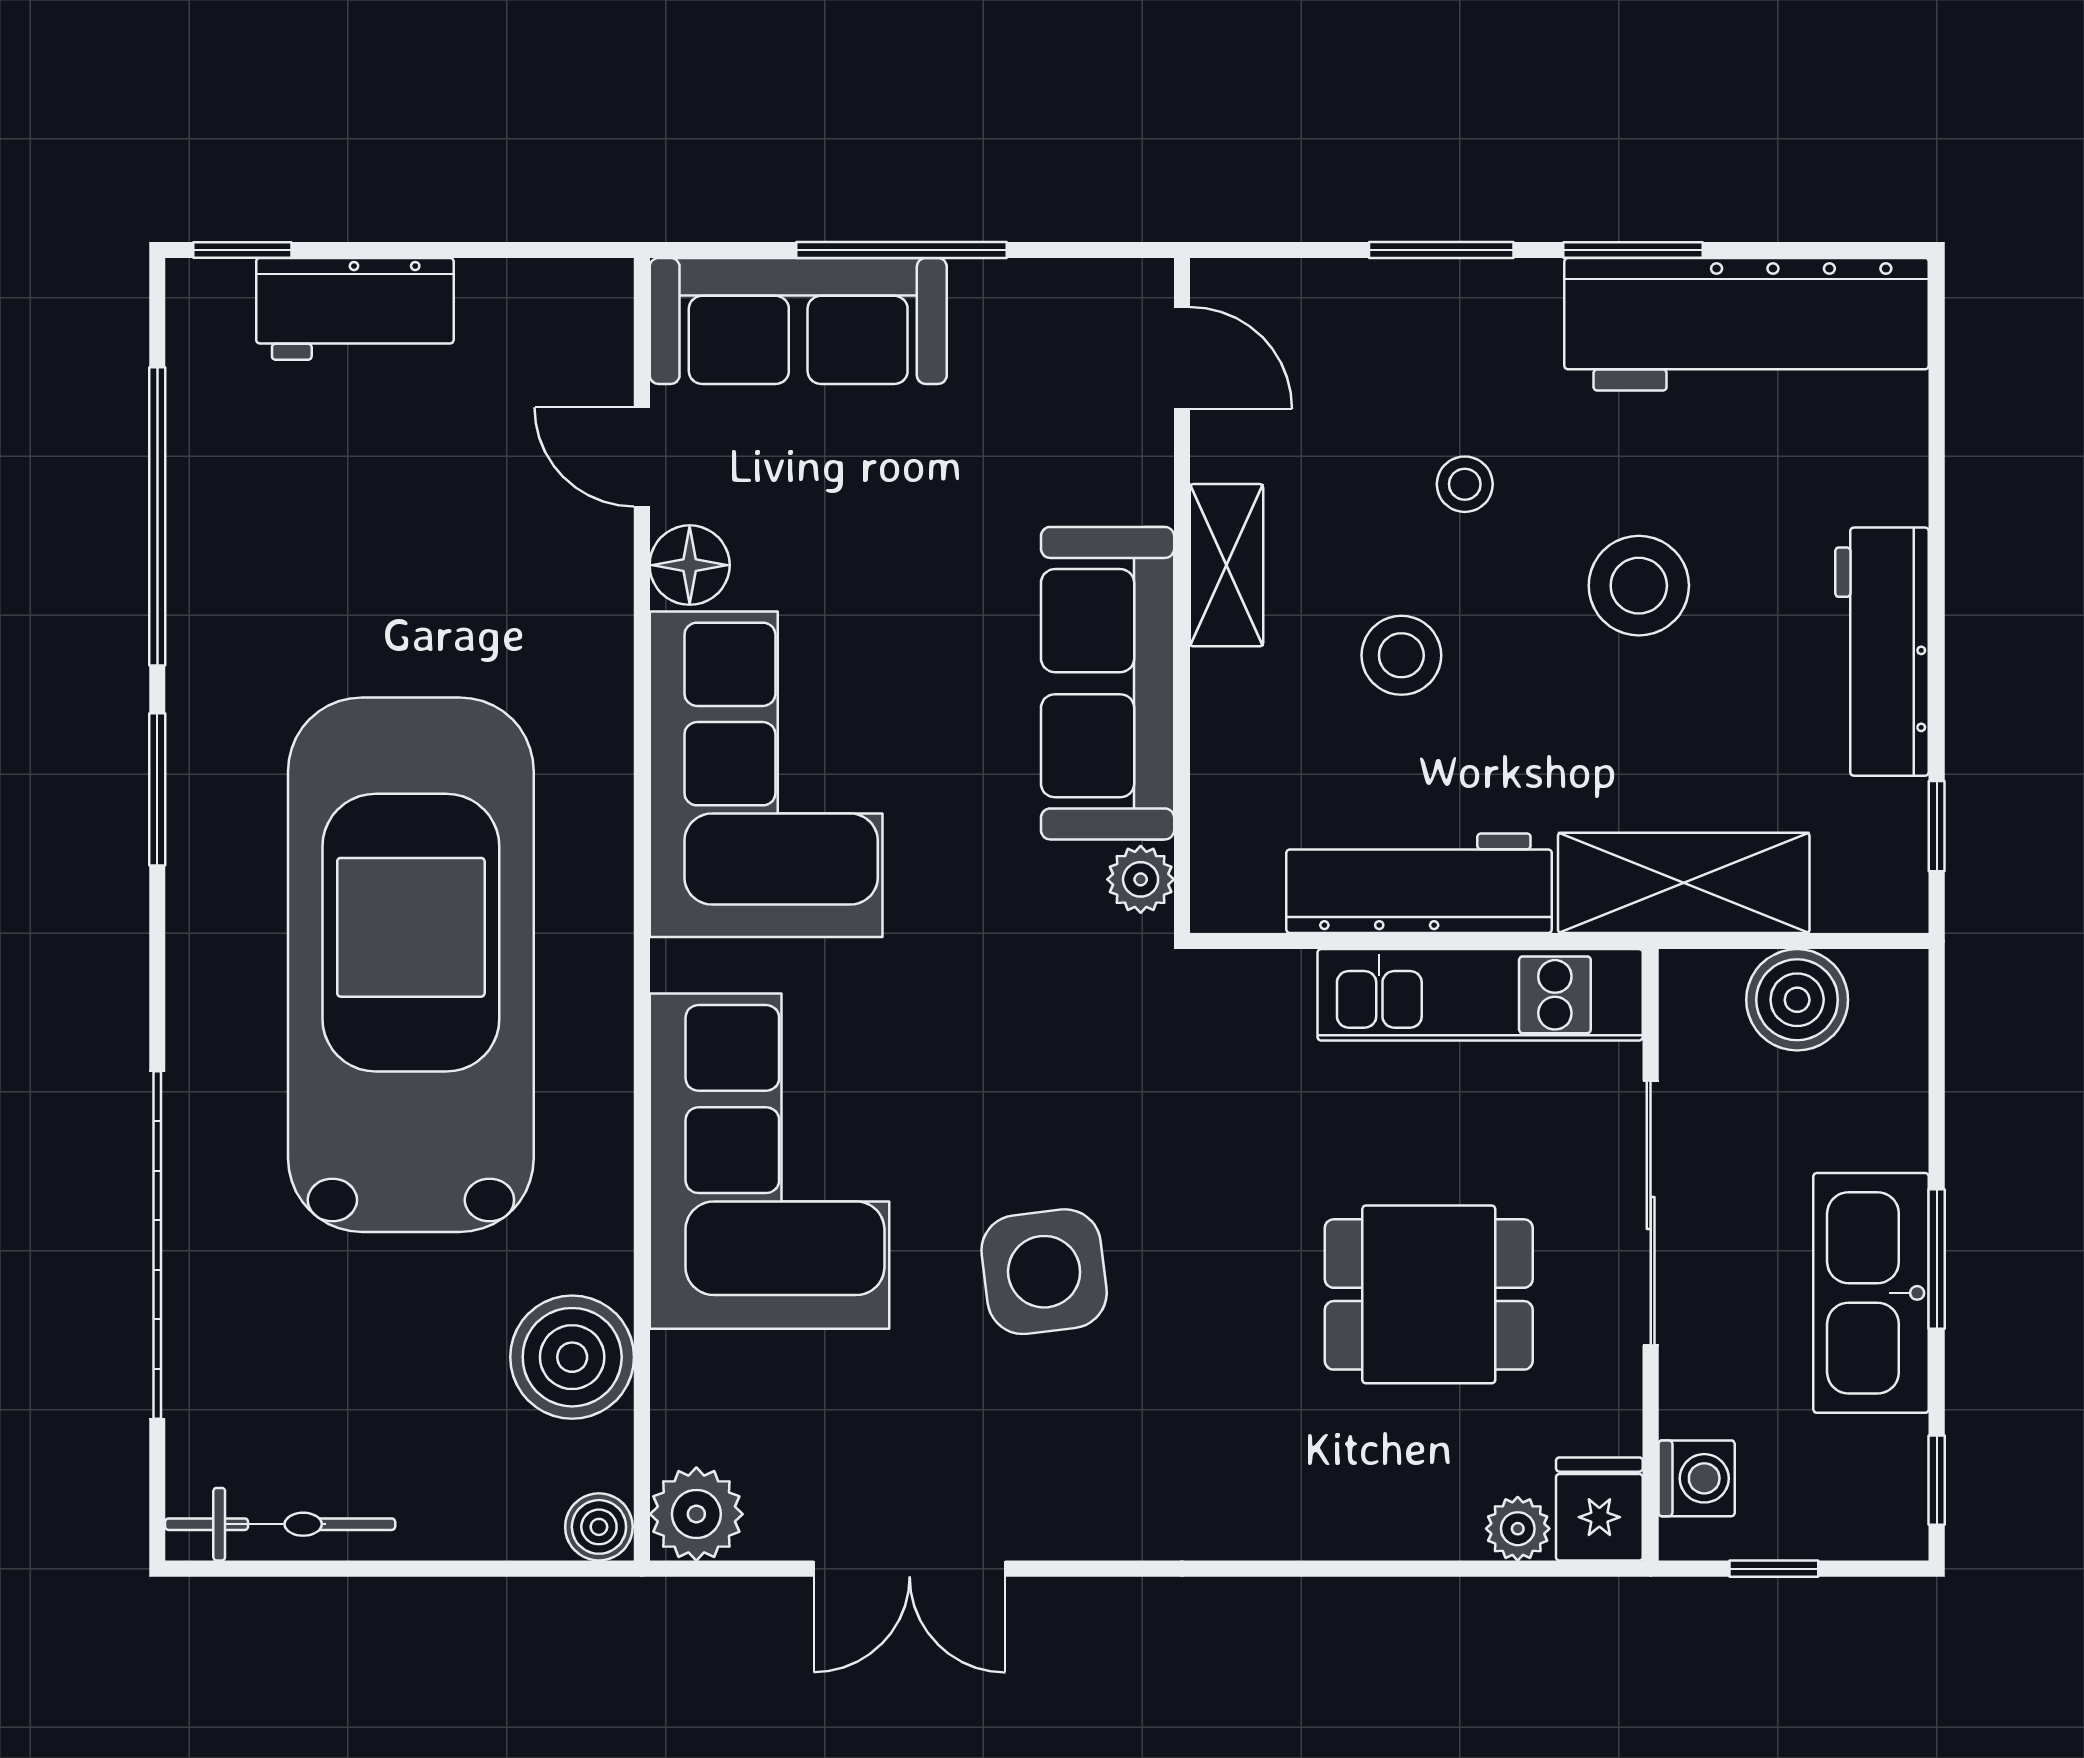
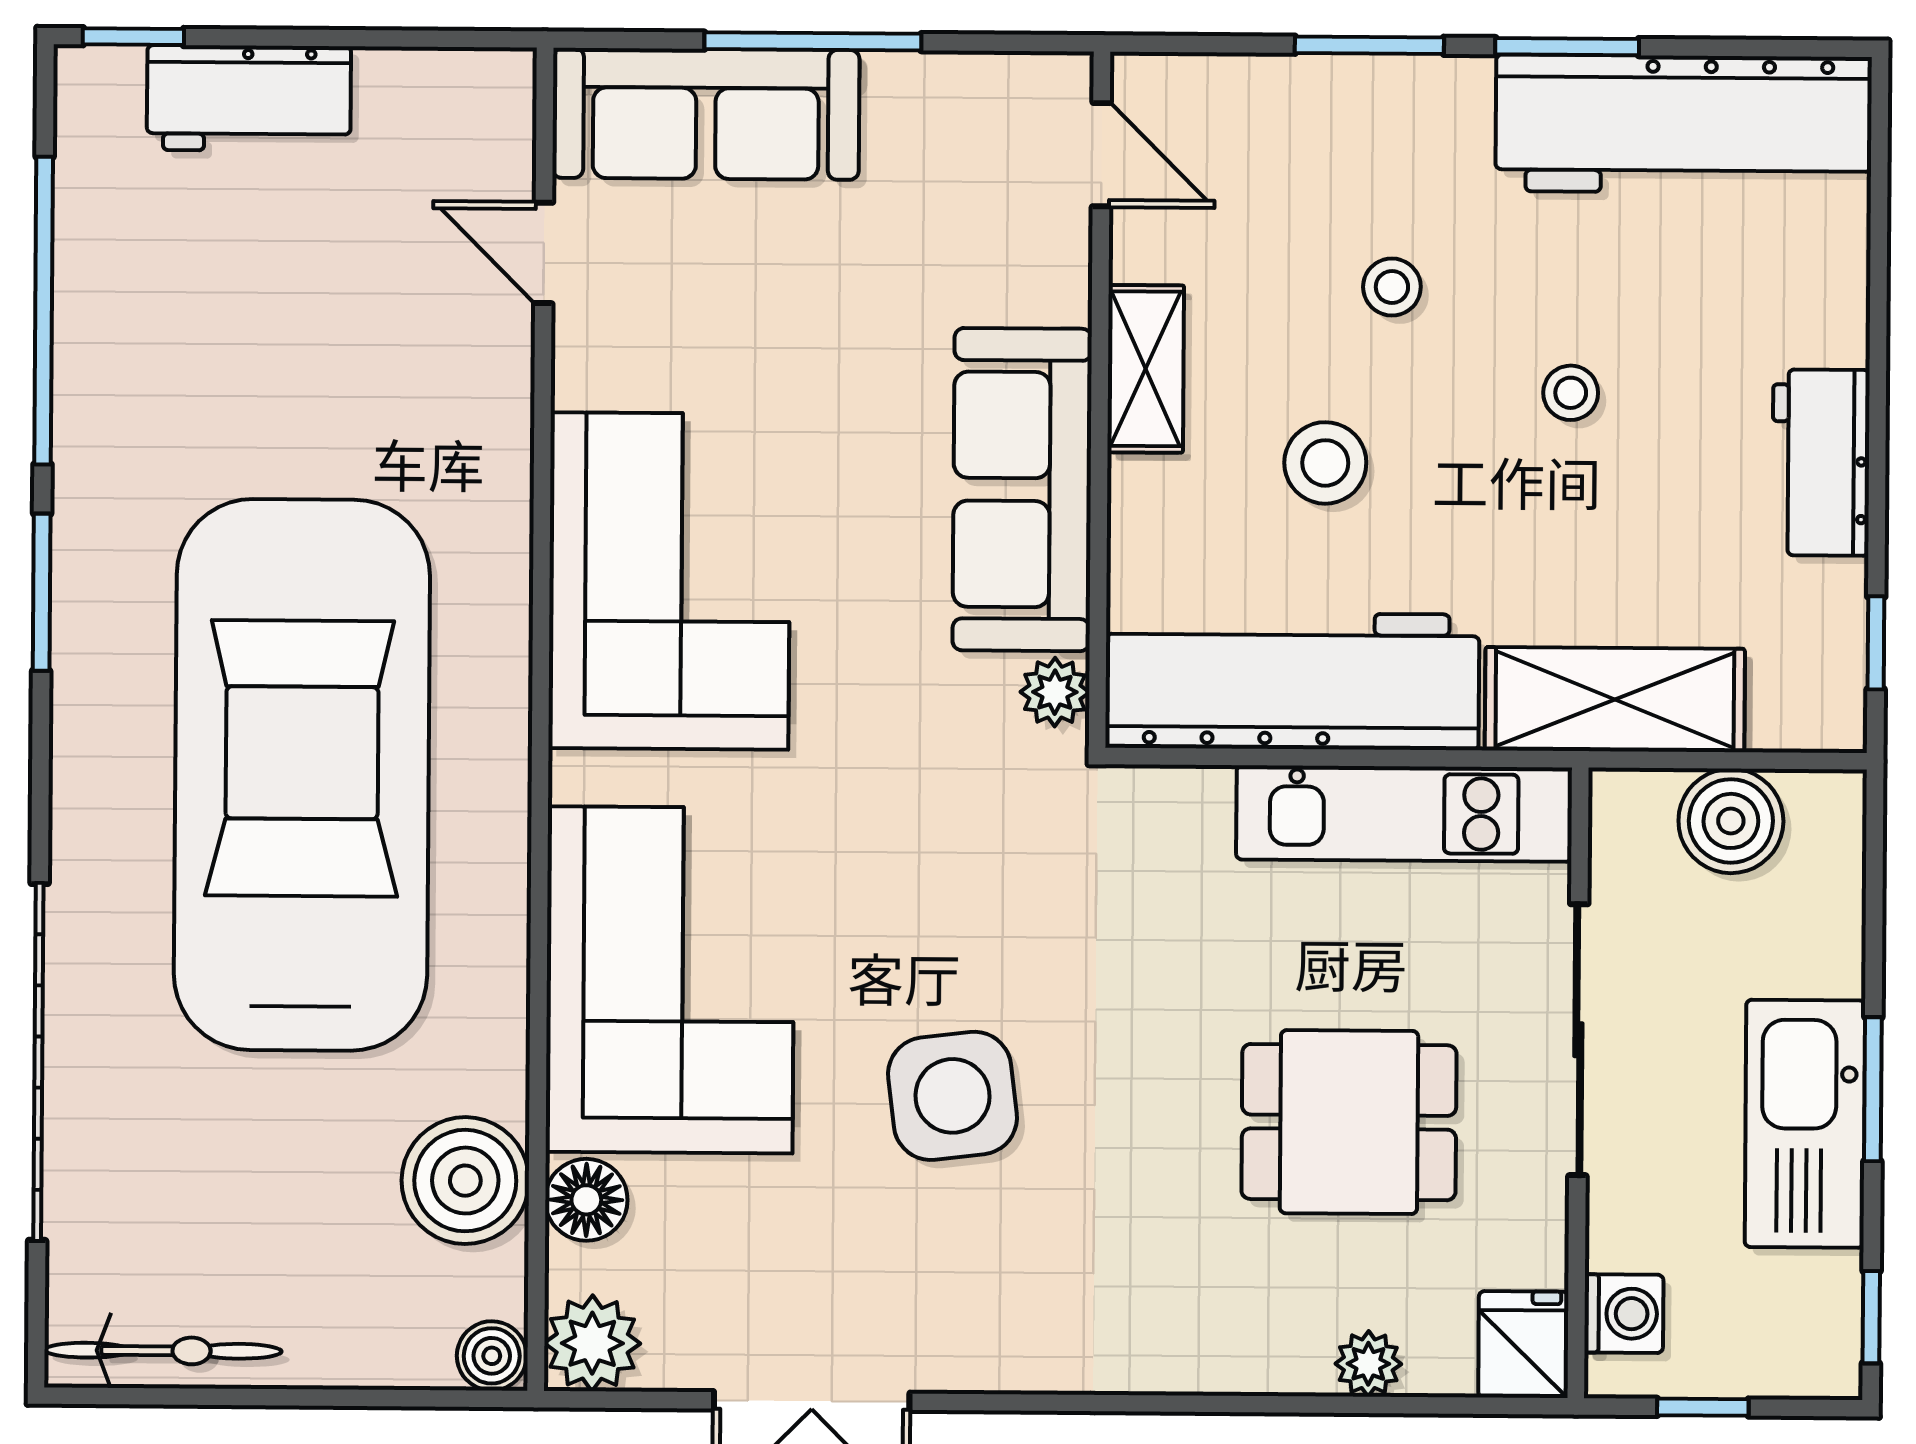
floor lamp: (690, 565) -> (586, 1200), moved
stool: (1639, 586) -> (1571, 393), width x0.53, depth x0.53
workbench: (1882, 652) -> (1821, 463), width x0.73
workbench: (1419, 883) -> (1292, 681), width x1.36, depth x1.32
plant: (1518, 1529) -> (1368, 1364), moved

